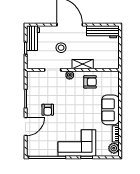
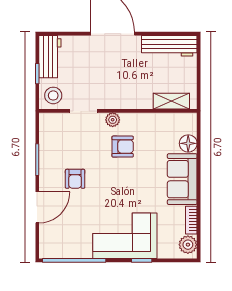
stool: (61, 48) -> (53, 95), moved
shelving: (83, 64) -> (171, 101), moved
armchair: (90, 82) -> (123, 147), moved
floor lamp: (114, 89) -> (188, 143), added

